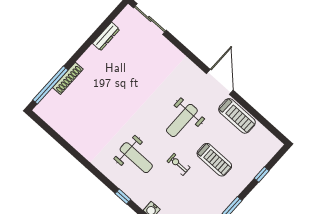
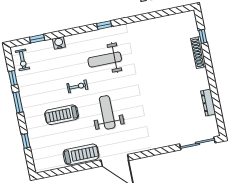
window: (50, 85) -> (203, 36), width x0.32
treadmill: (237, 116) -> (81, 154), turned 180
window: (123, 197) -> (104, 25), moved

